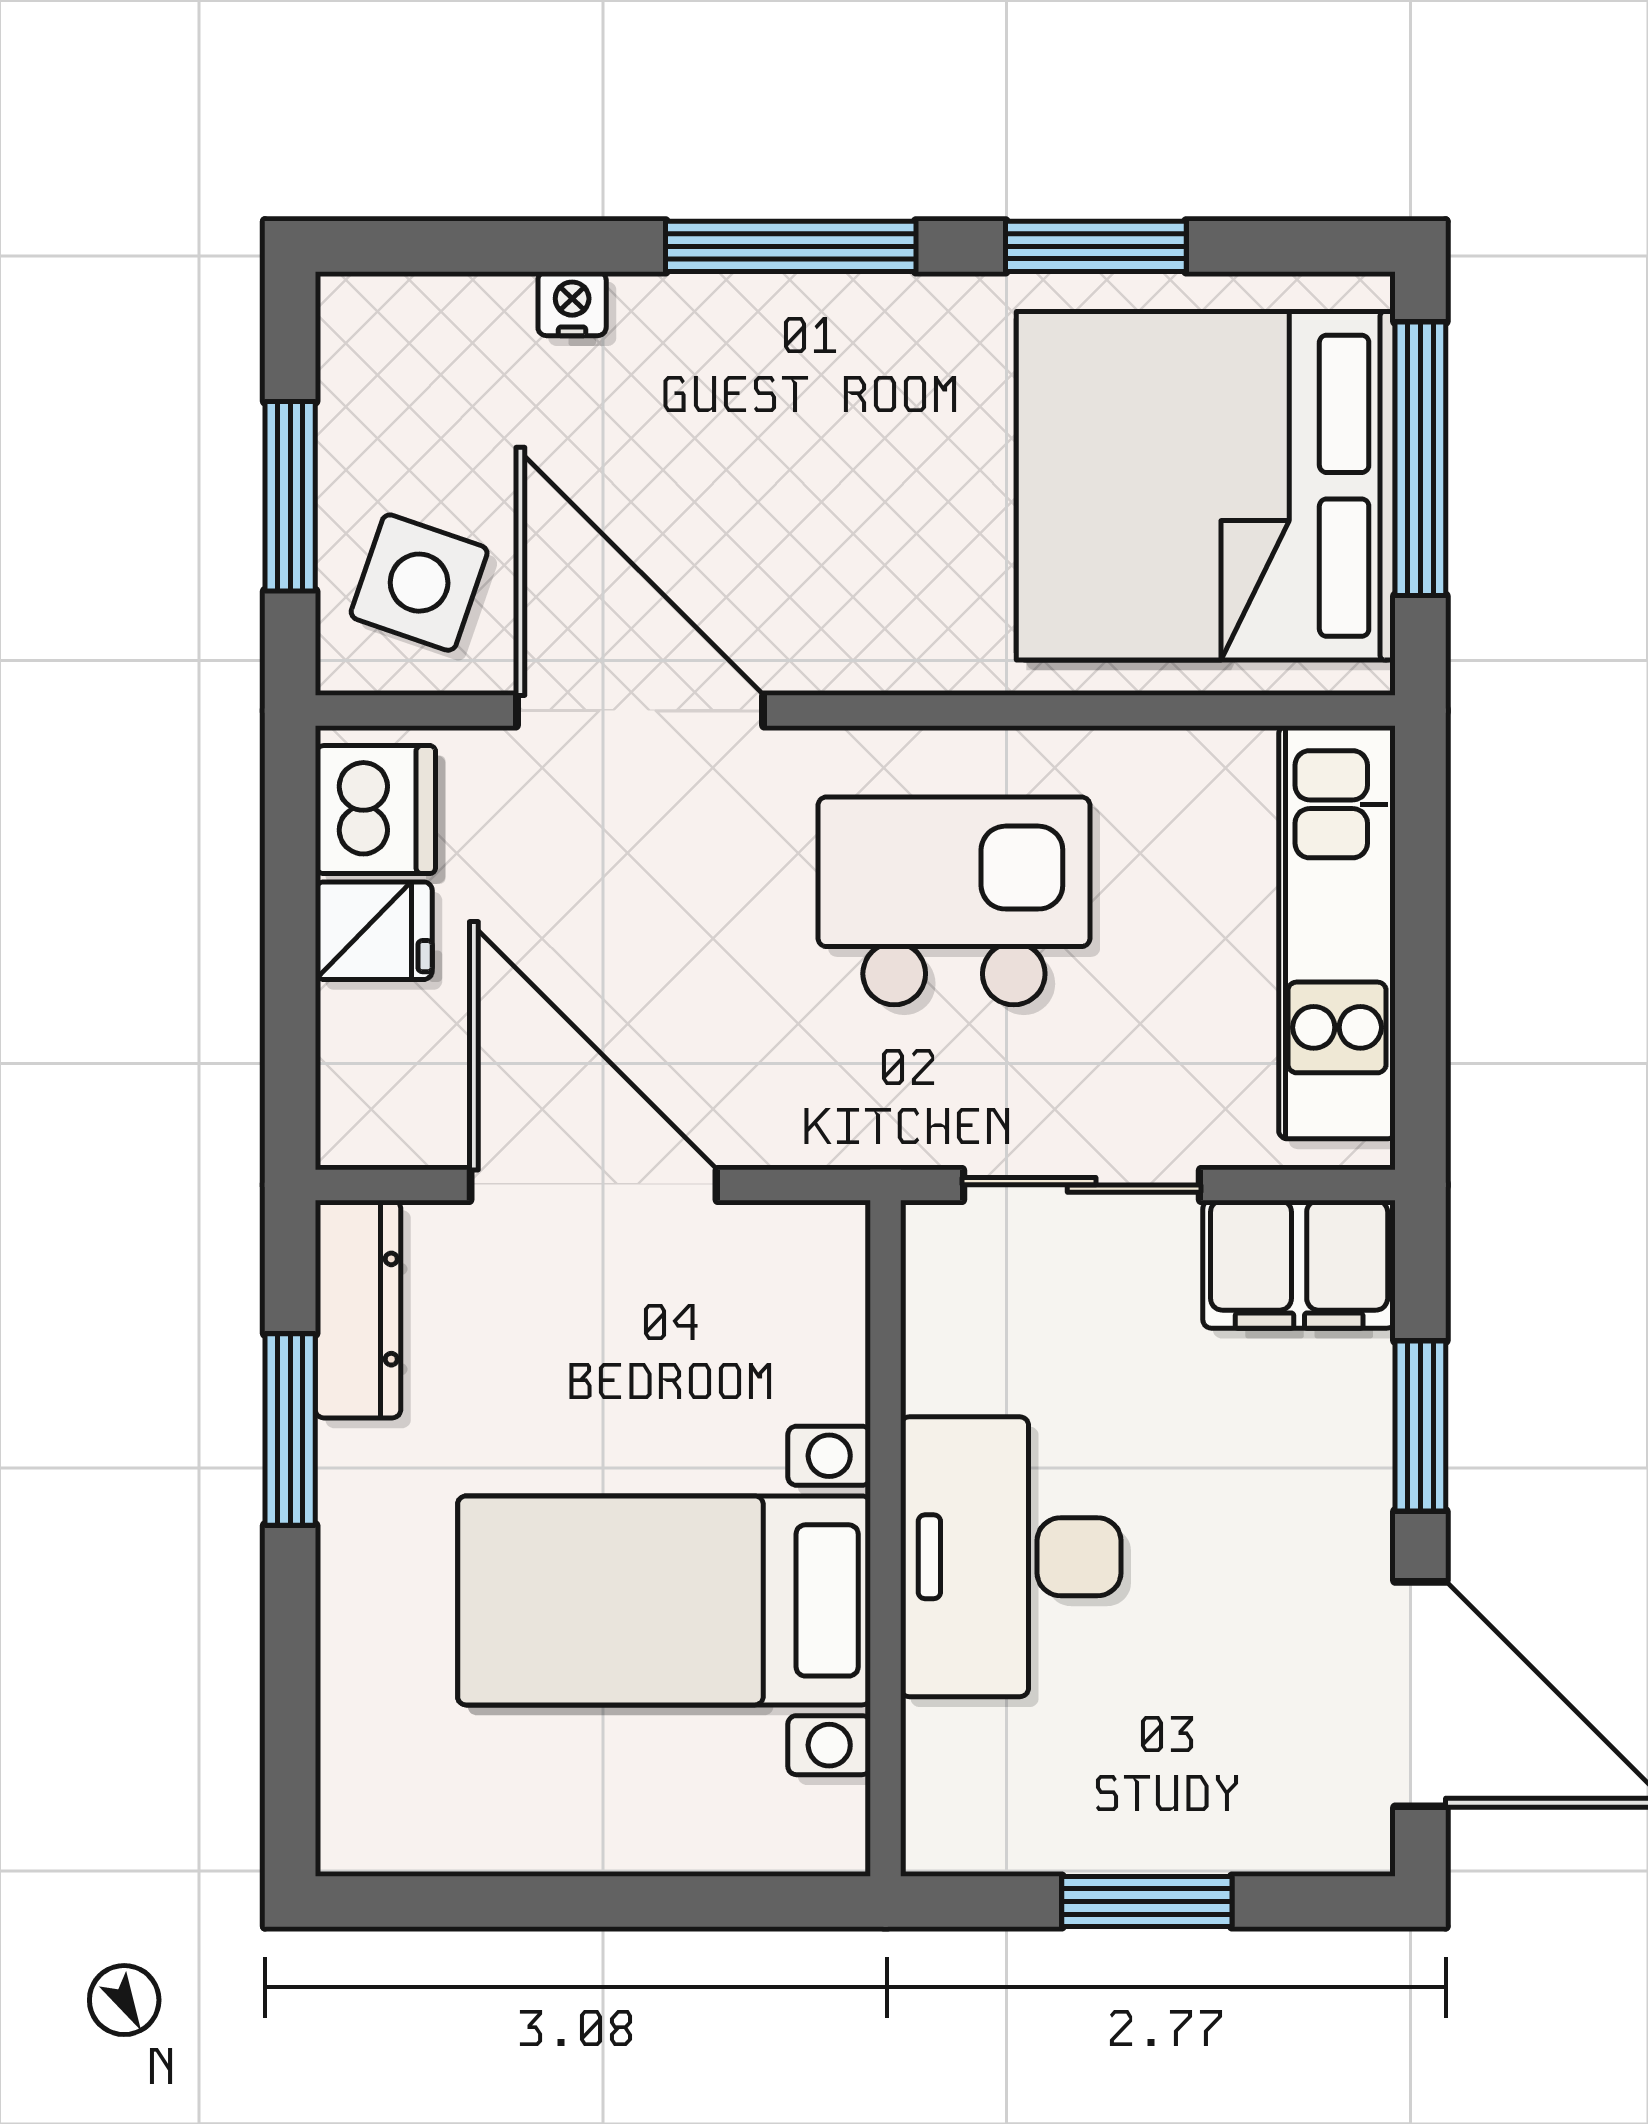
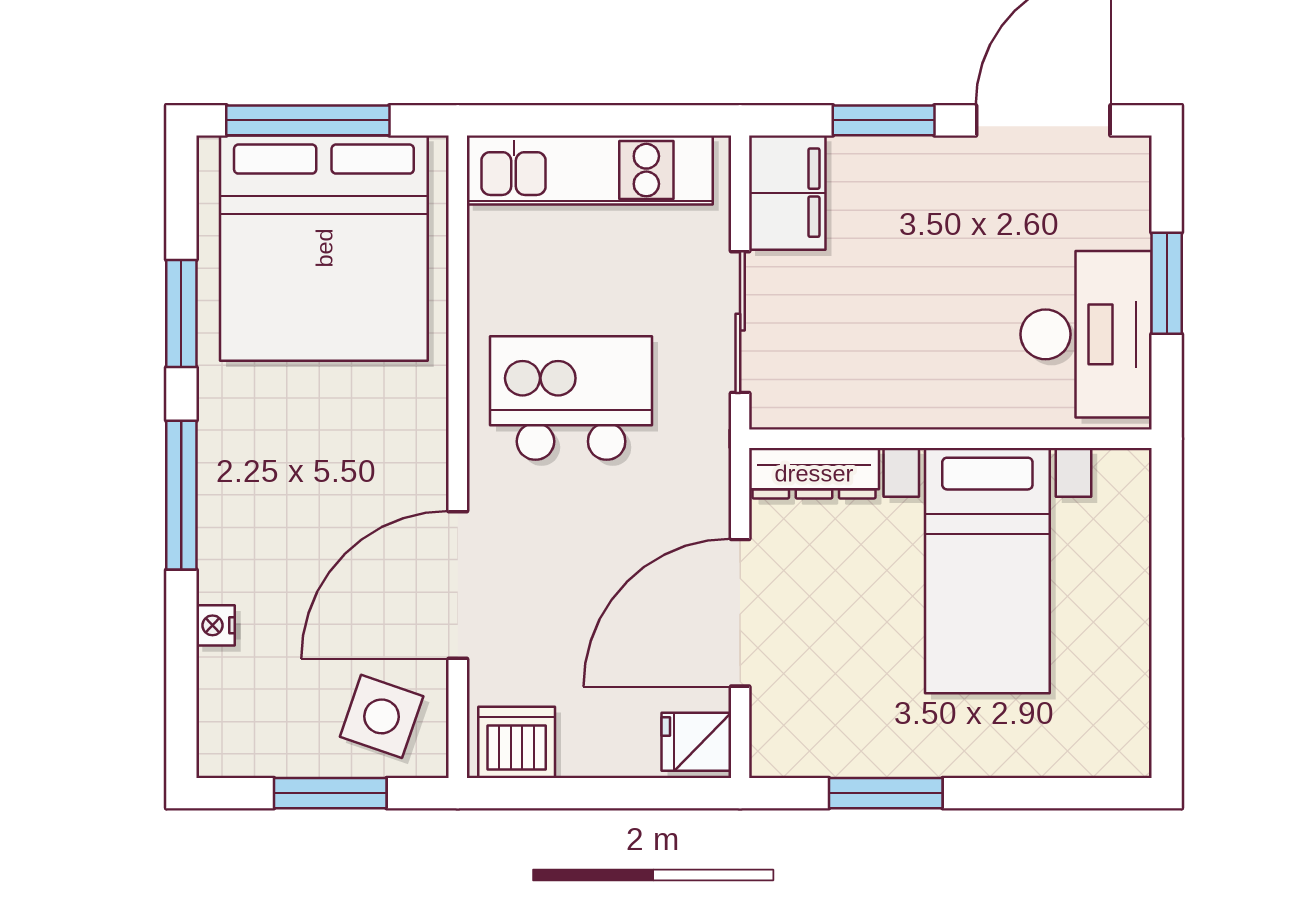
kitchen island: (954, 901) -> (571, 398), turned 90
fridge: (374, 931) -> (696, 742), moved, turned -90
dresser: (358, 1309) -> (814, 473), moved, turned 180
desk: (1011, 1557) -> (1086, 334), moved, turned -90

